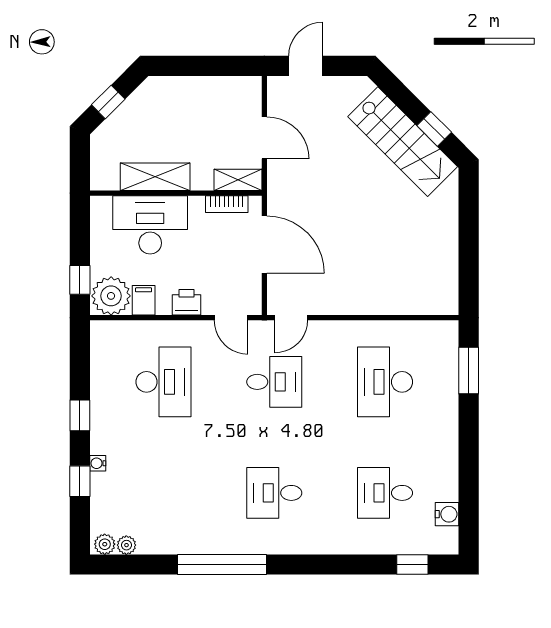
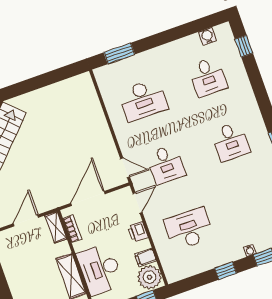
desk: (274, 382) -> (166, 164), turned 180

